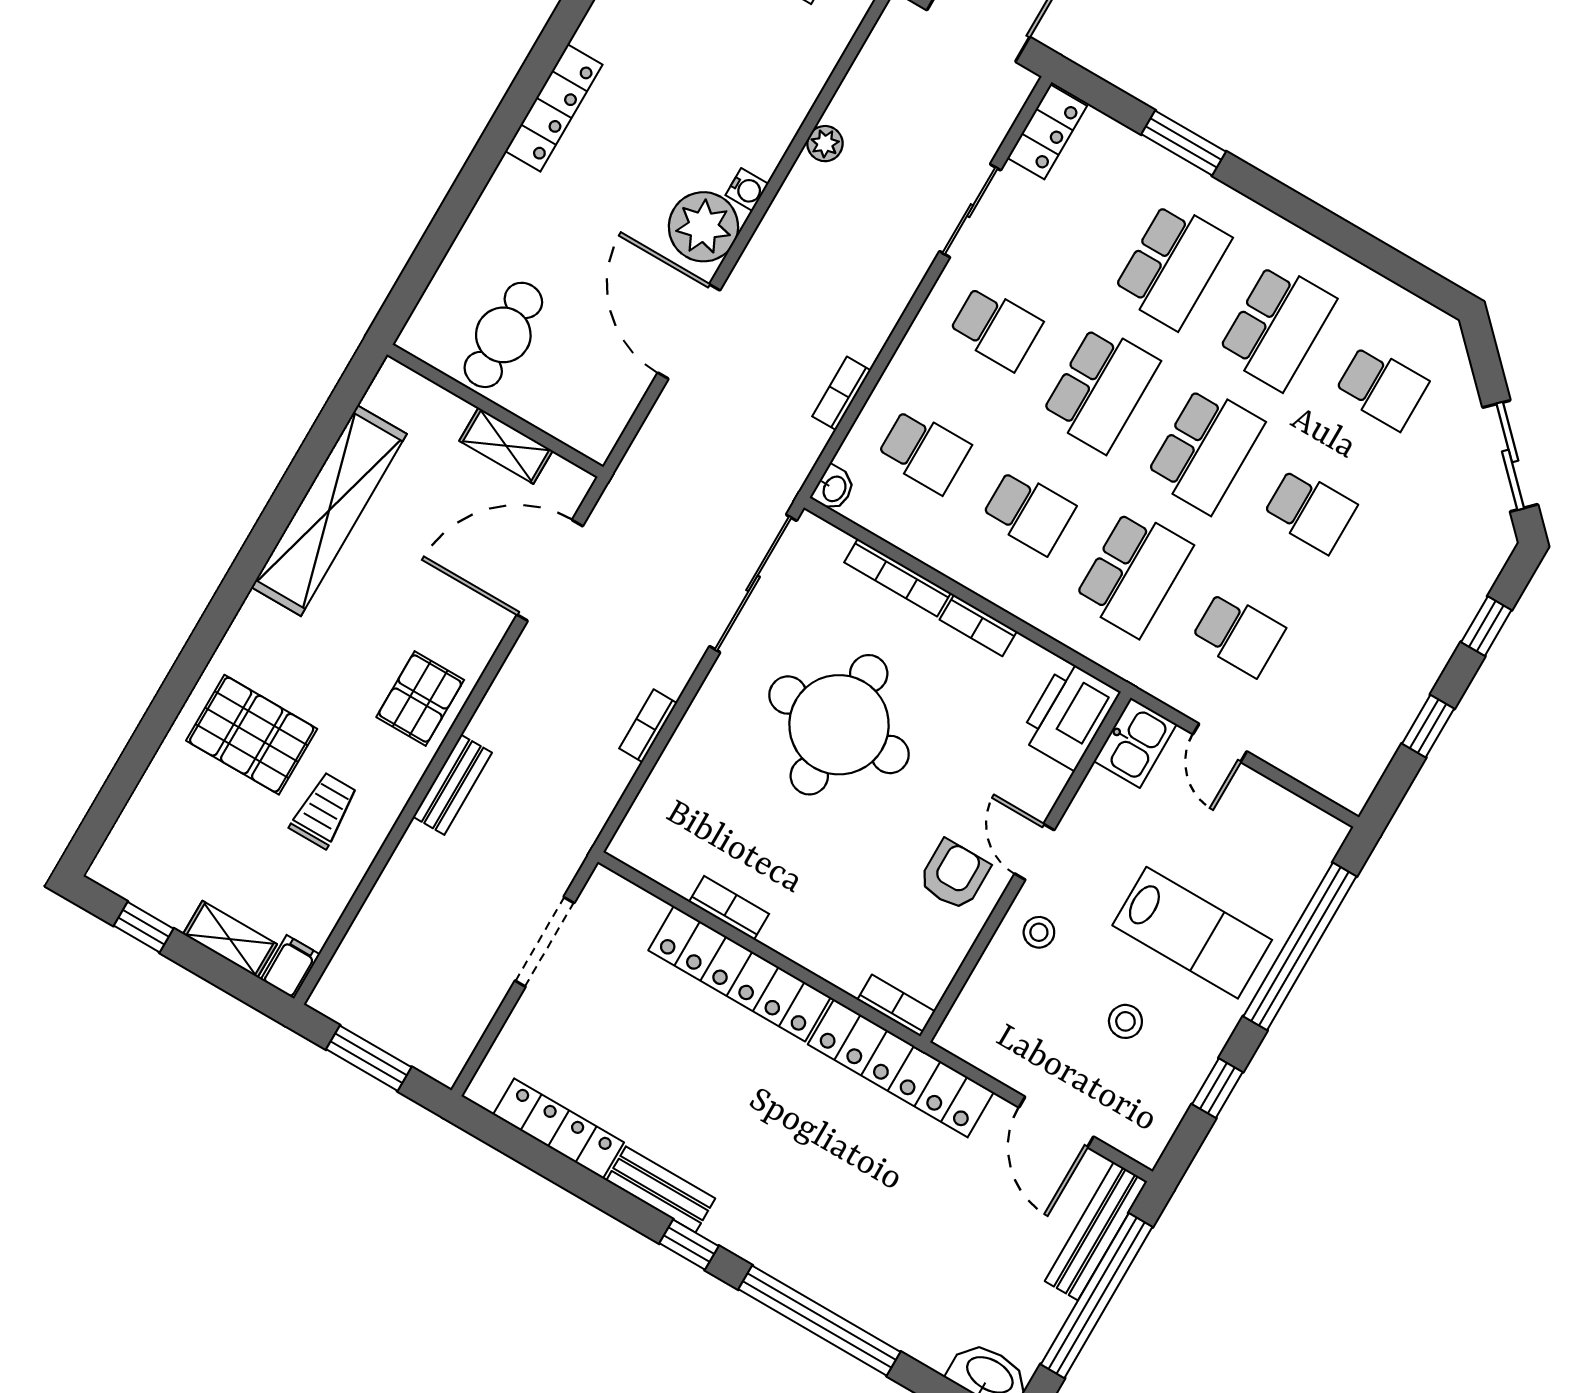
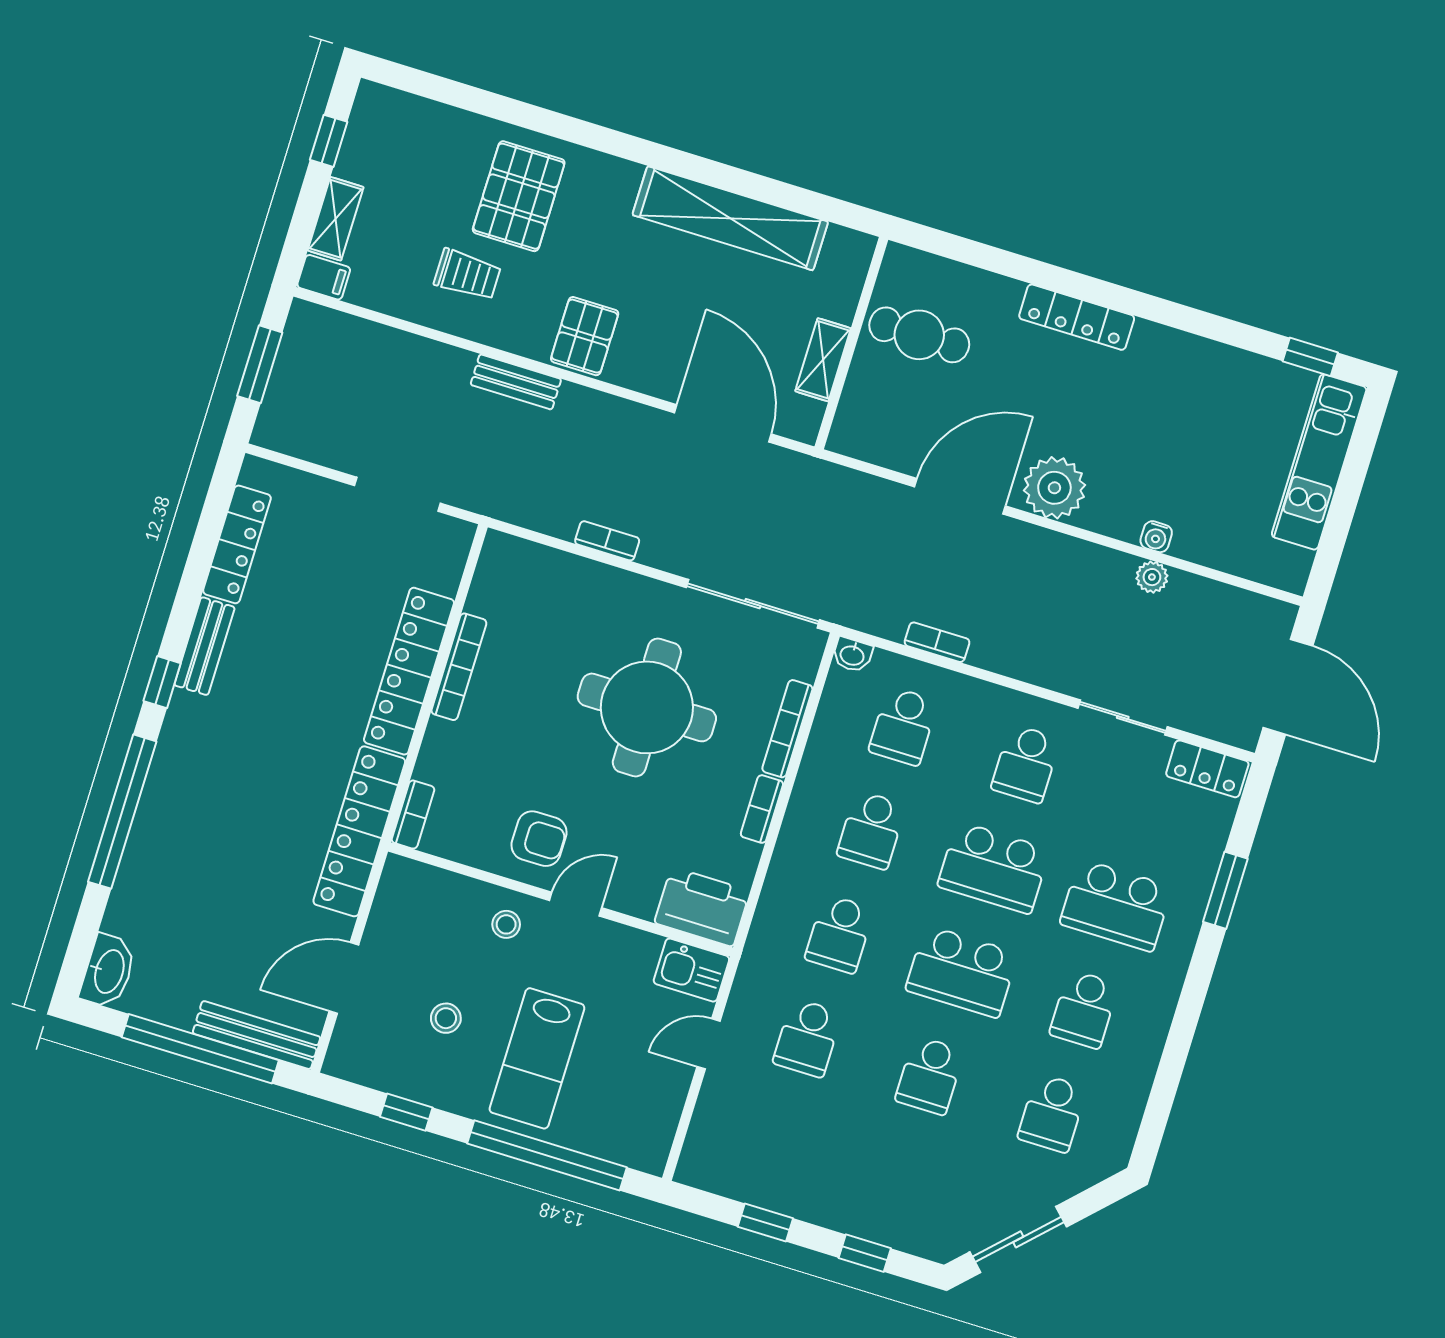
locker: (554, 108) -> (1077, 317), moved
water cooler: (747, 190) -> (1156, 537), moved
school desk: (1277, 326) -> (1084, 1009), width x0.54
school desk: (1133, 573) -> (839, 934), width x0.54
pallet: (420, 698) -> (585, 336), turned 90
bookcase: (729, 908) -> (459, 667), width x1.56

